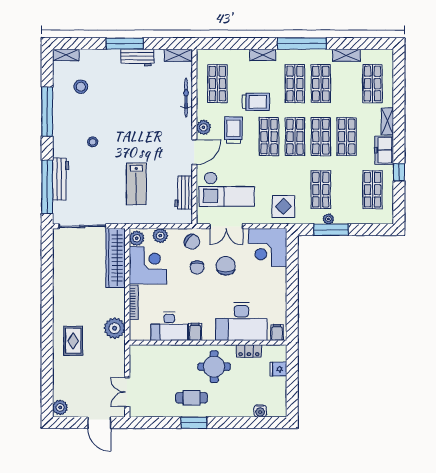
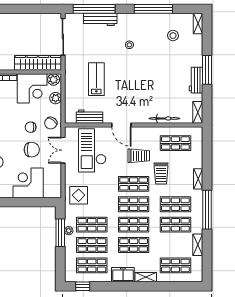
plant: (204, 127) -> (141, 132), removed
window: (399, 172) -> (83, 286), moved
lab bench: (136, 184) -> (96, 79), turned 90
shop shelf: (347, 190) -> (92, 245), added
corner desk: (268, 247) -> (28, 183), moved

